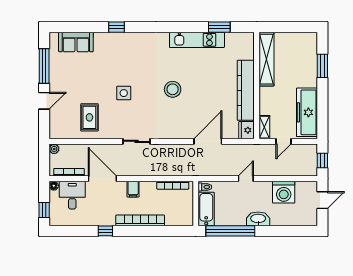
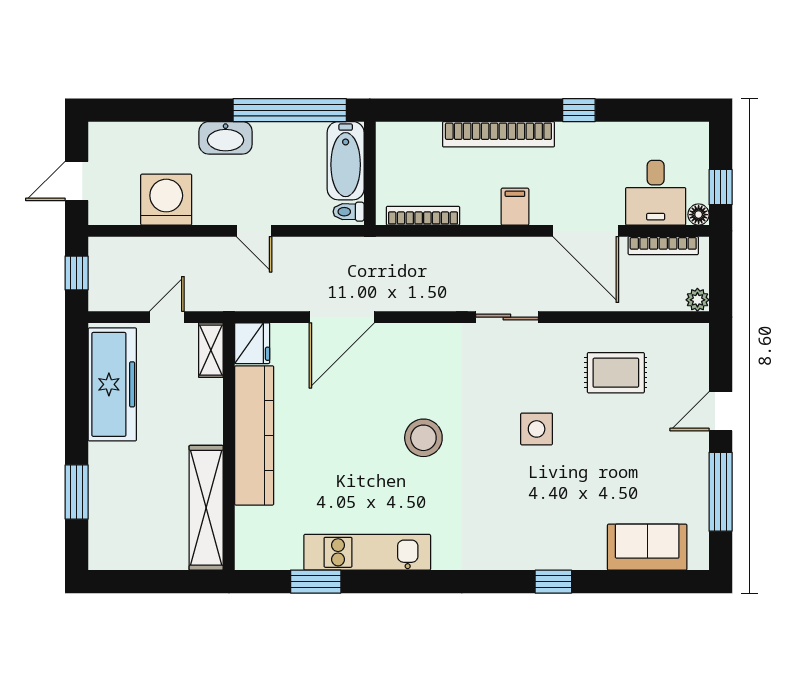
rug: (89, 117) -> (616, 373), turned 90
door: (246, 179) -> (254, 231), hinge flipped
window: (44, 210) -> (721, 187), moved

